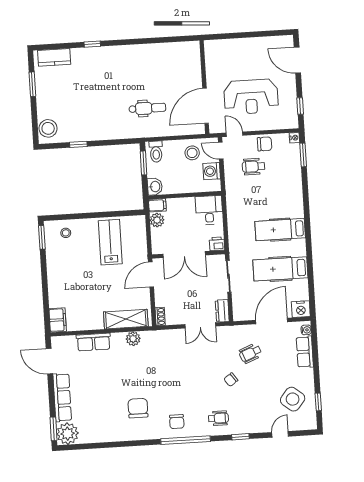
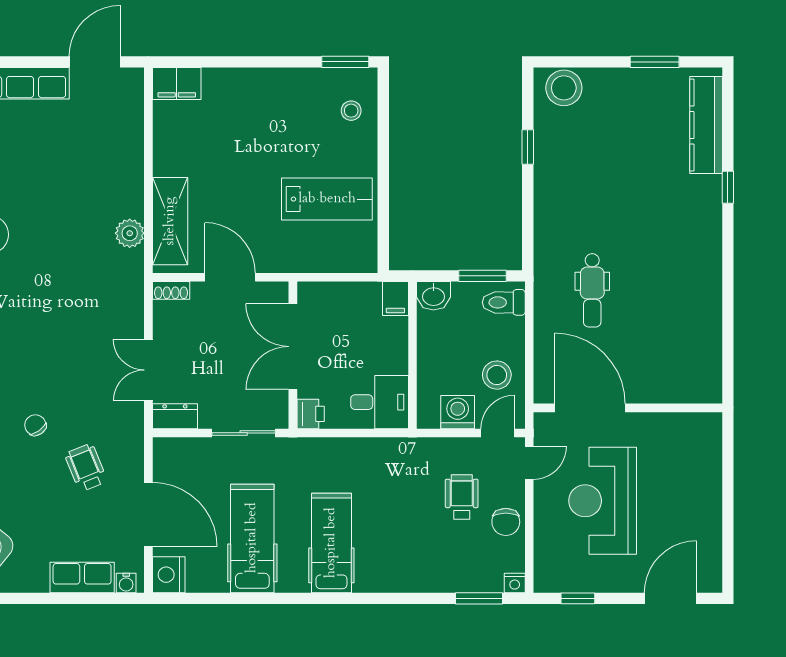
kitchen counter: (54, 57) -> (706, 125), width x1.50
plant: (157, 220) -> (366, 296), removed
door: (151, 275) -> (230, 277), moved
row of seats: (94, 342) -> (128, 153), removed

